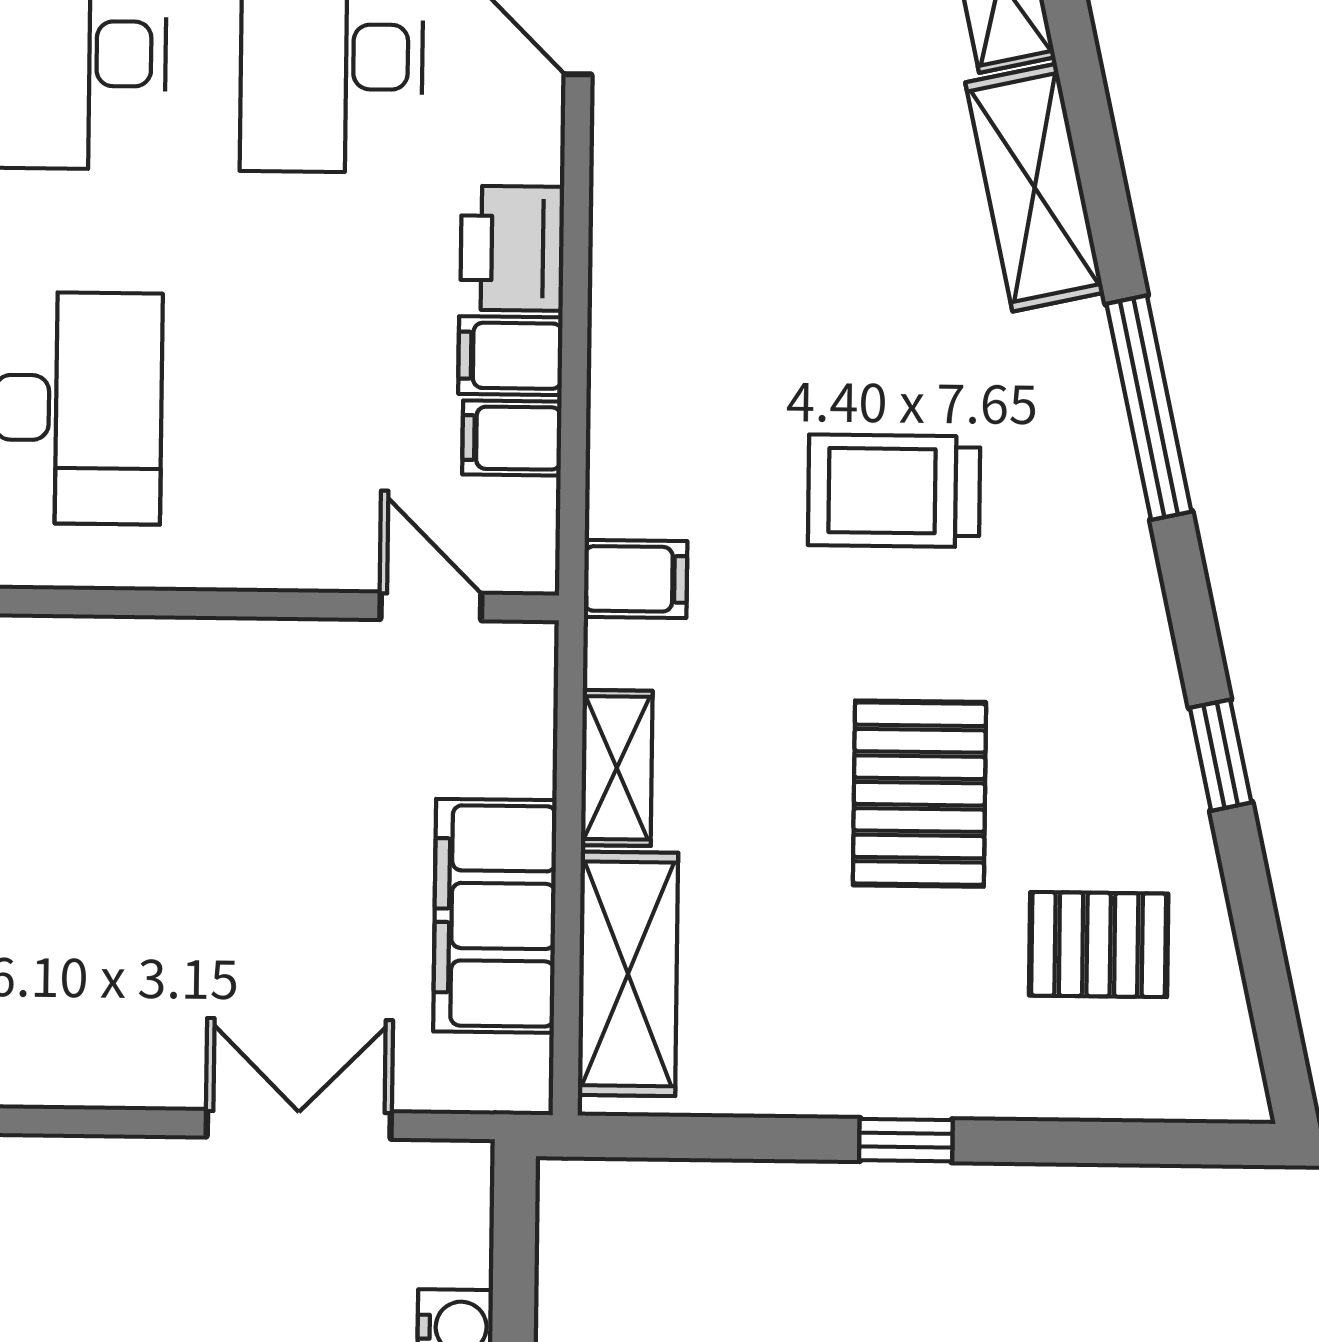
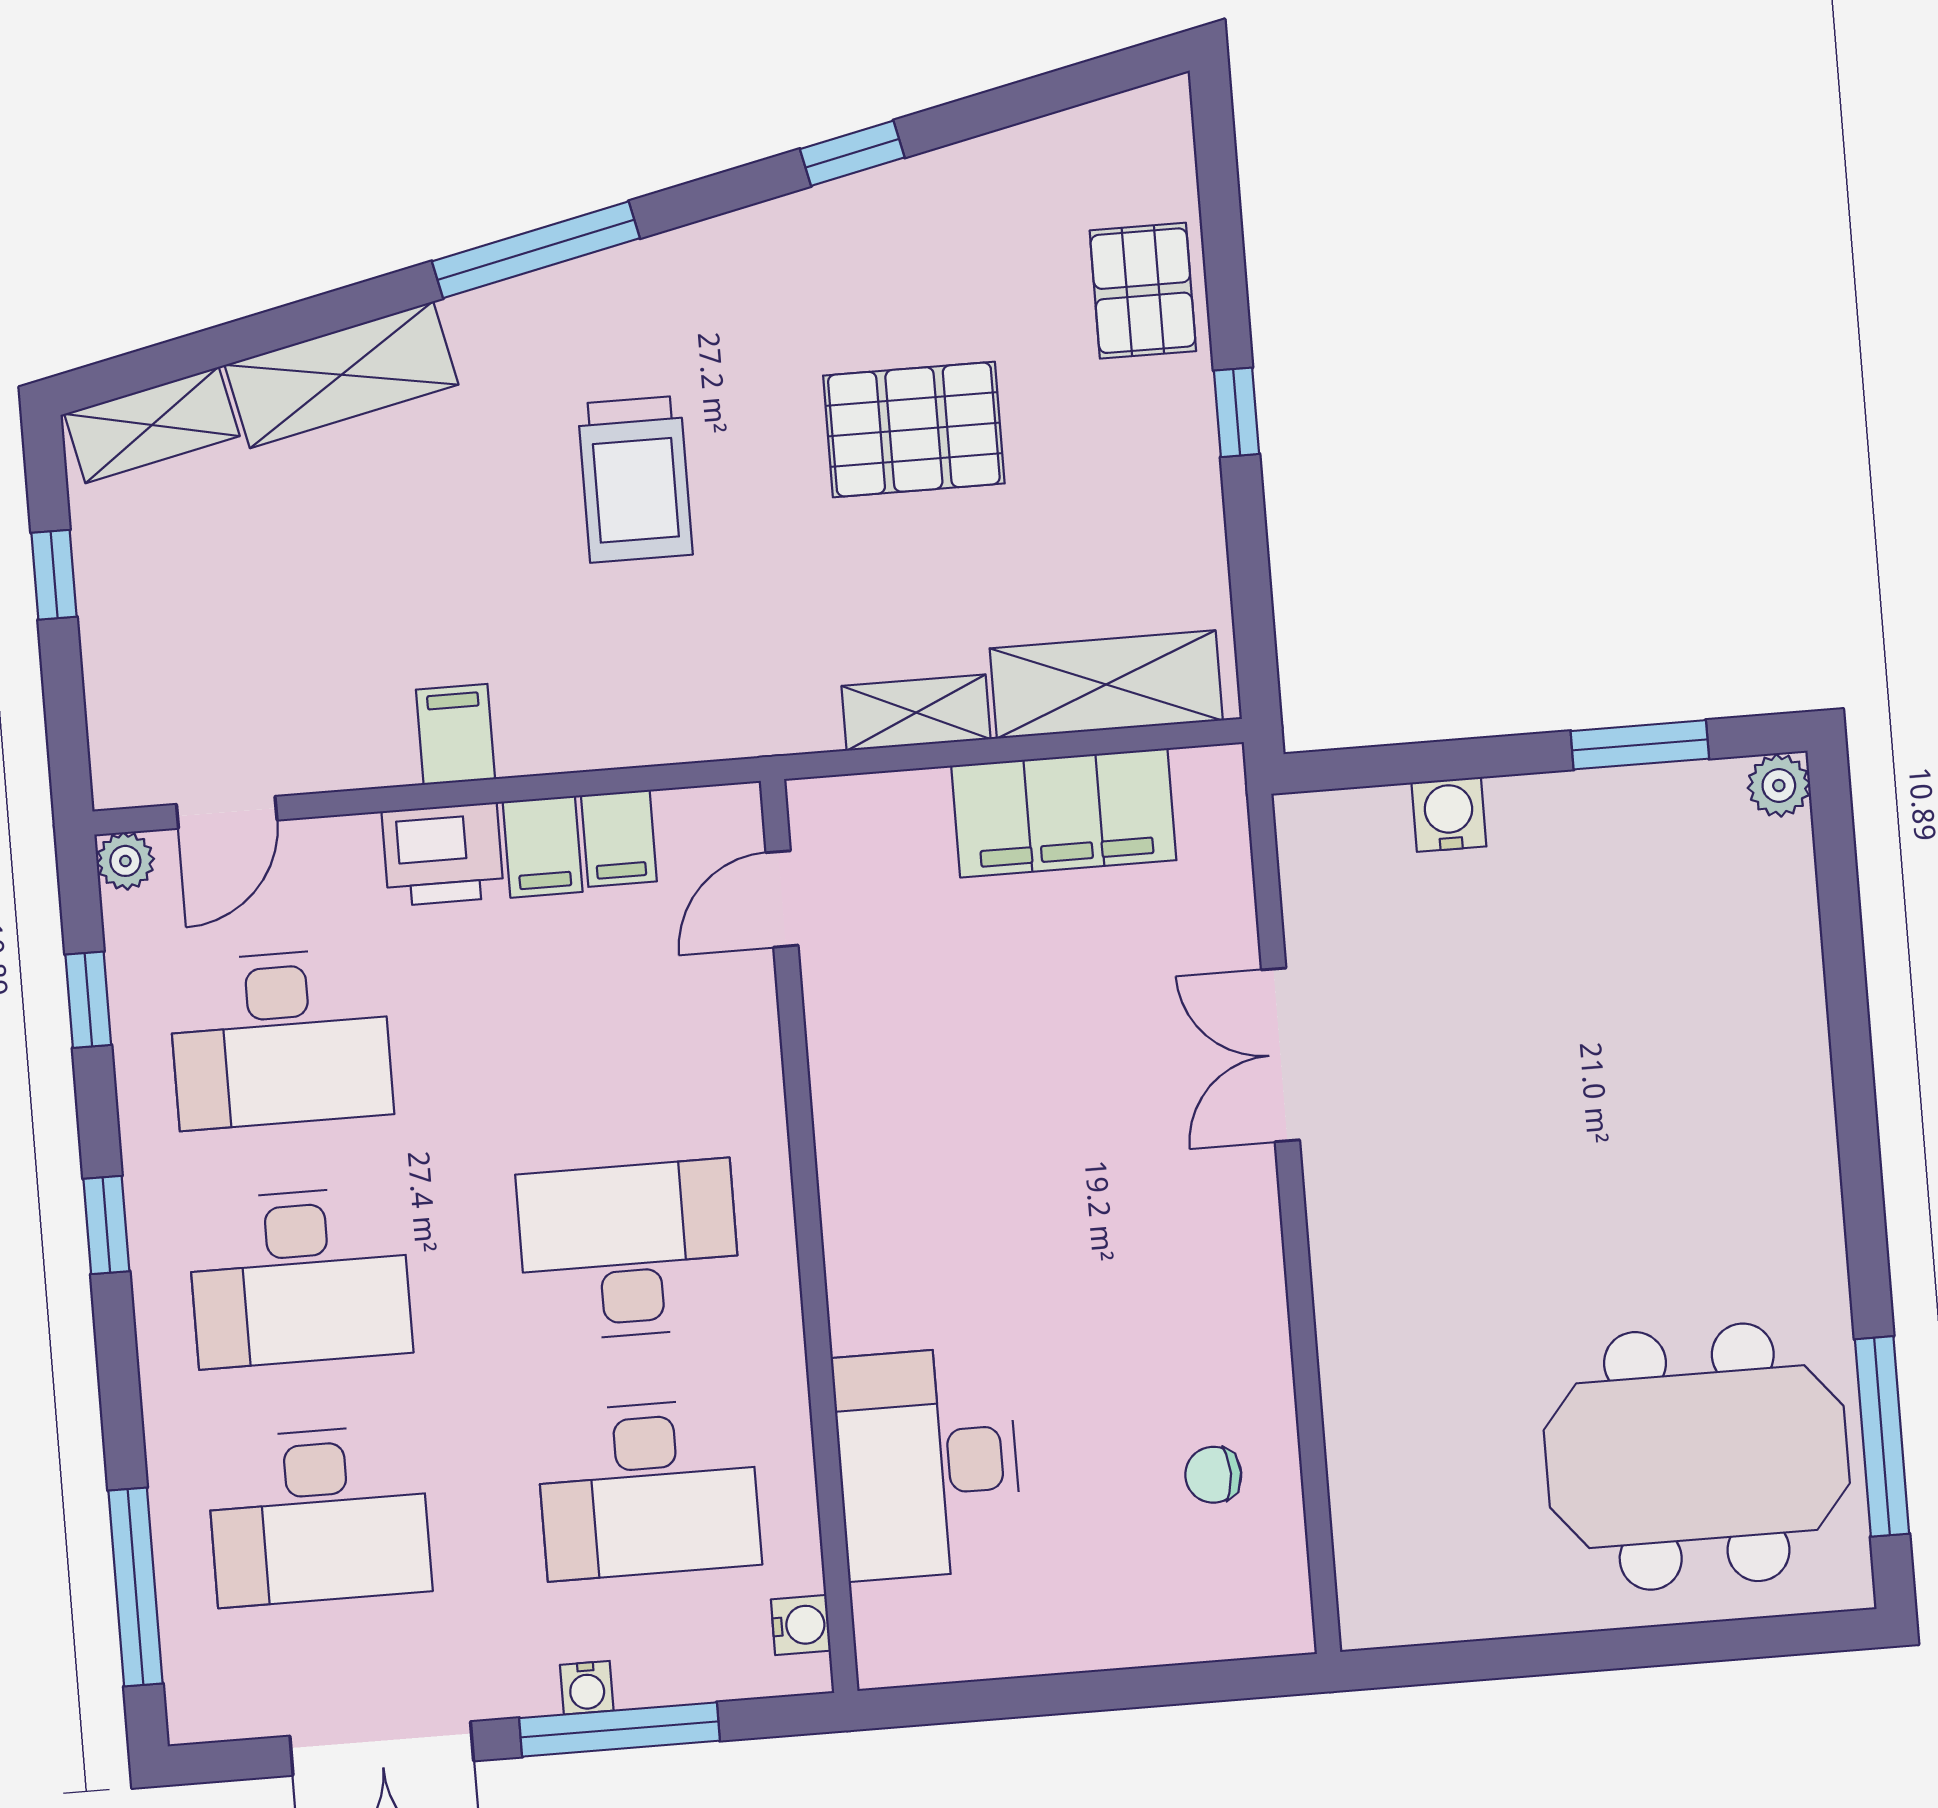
filing cabinet: (635, 579) -> (456, 734), moved
pallet: (1099, 945) -> (1143, 291), moved
double door: (299, 1124) -> (1281, 1055), moved

